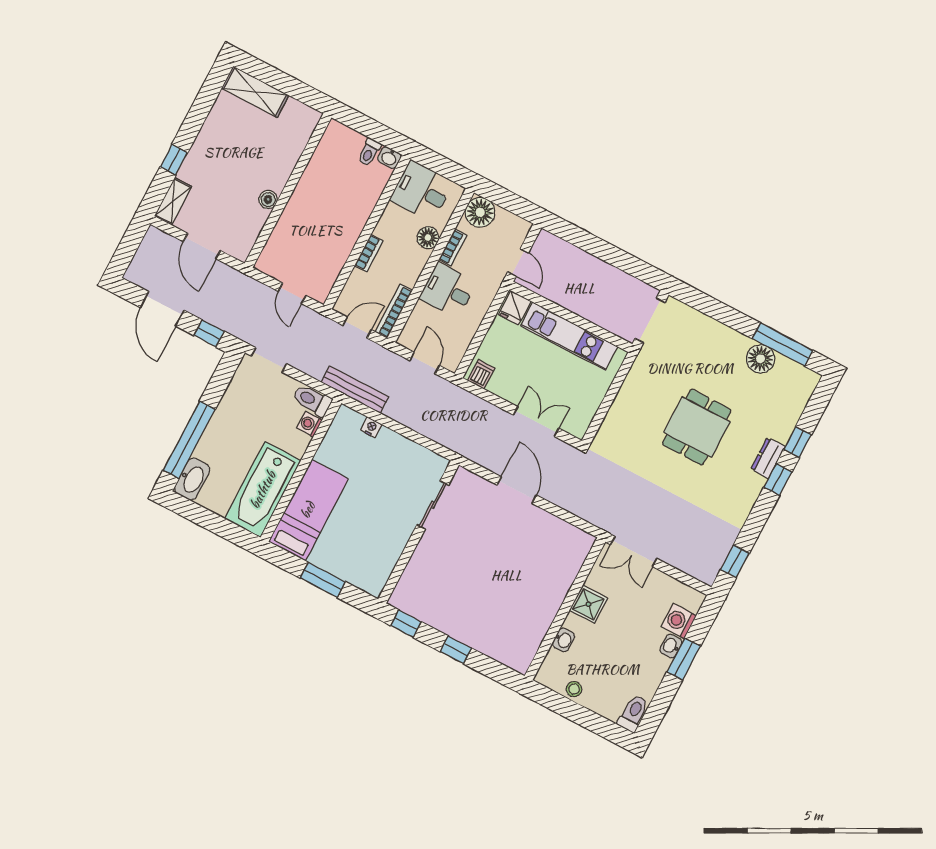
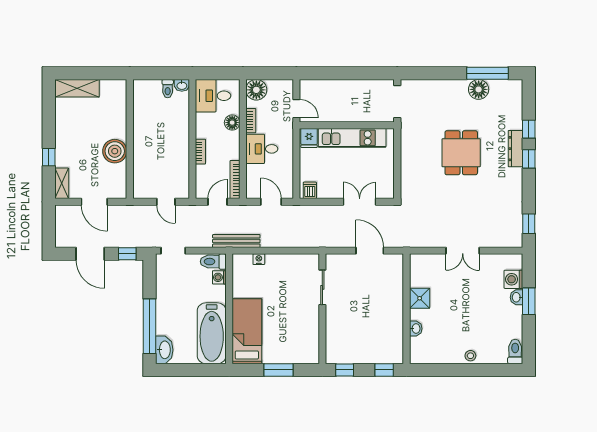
boiler: (268, 200) -> (115, 151), width x1.86, depth x1.86
dresser: (768, 458) -> (515, 149), width x1.44
shower: (588, 604) -> (420, 298), moved
wall: (565, 609) -> (406, 309), moved
washbasin: (564, 640) -> (416, 329), moved

